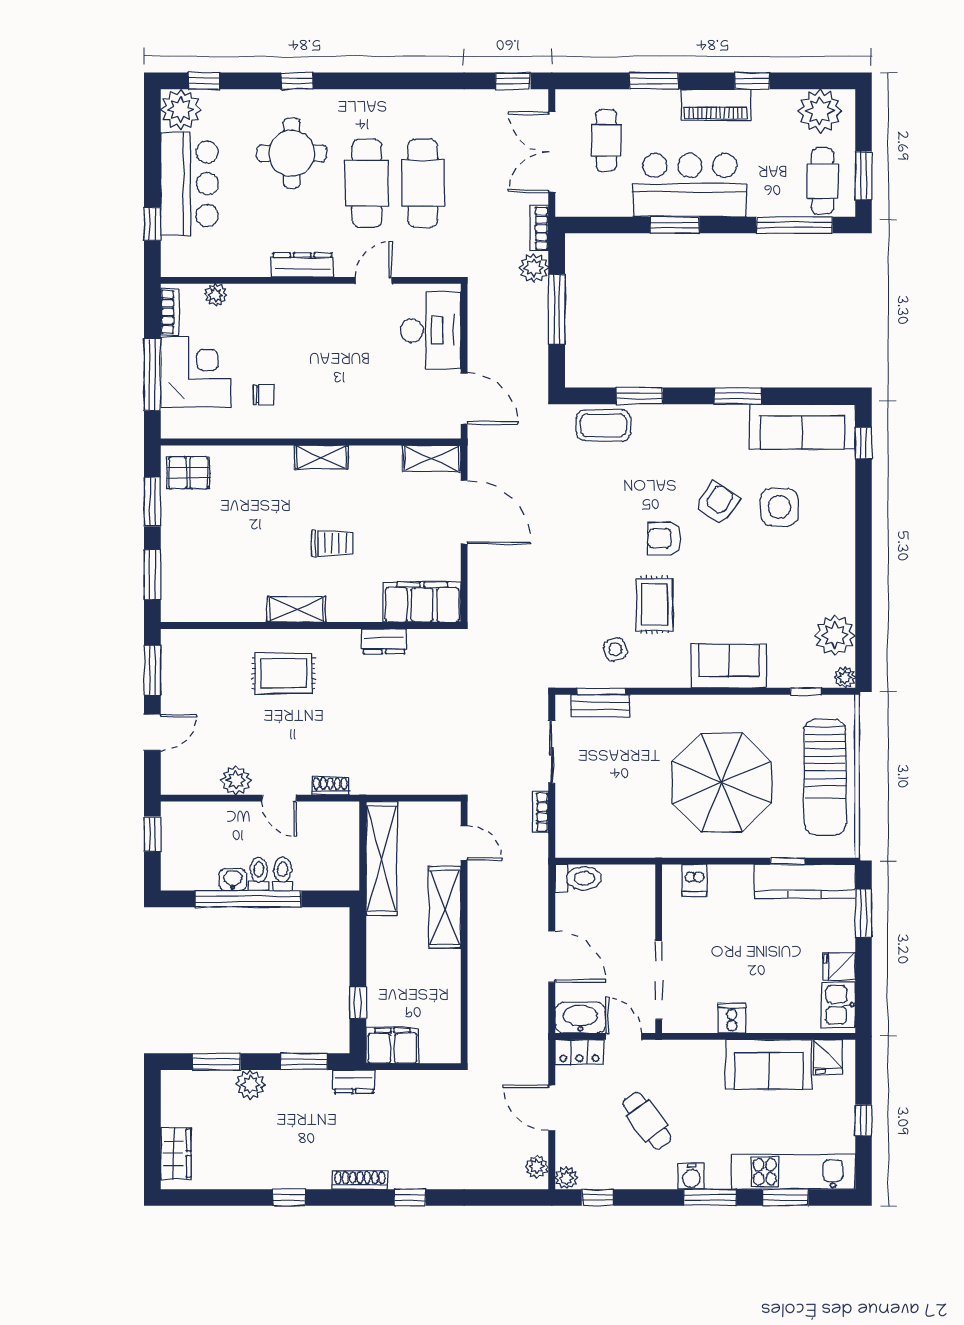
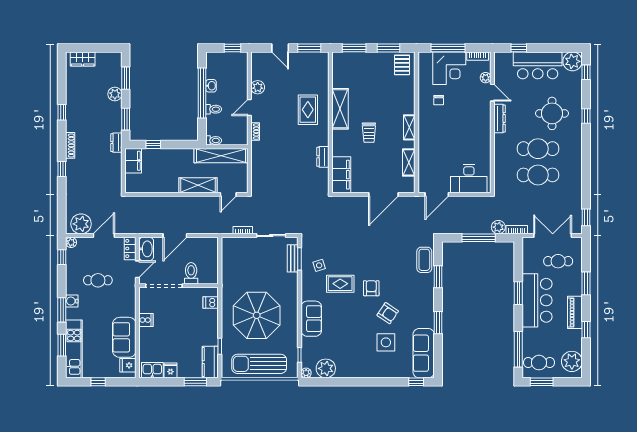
door: (374, 280) -> (492, 93), moved
shelving: (432, 458) -> (409, 162), moved
shelving: (296, 609) -> (340, 109), width x1.50, depth x1.33
toilet: (259, 874) -> (214, 140), moved
toilet: (578, 878) -> (191, 273), moved, turned 180
kitchen counter: (804, 881) -> (210, 362), width x0.67
cafe table: (647, 1121) -> (98, 280), turned 36
plant: (537, 1167) -> (81, 224), width x1.87, depth x1.87

